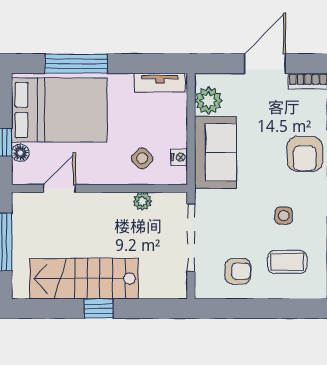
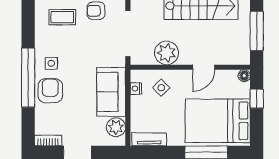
floor lamp: (20, 153) -> (244, 76), moved
door: (60, 188) -> (204, 67), moved
plant: (142, 201) -> (167, 53), width x1.87, depth x1.87
side table: (284, 216) -> (51, 63), moved

